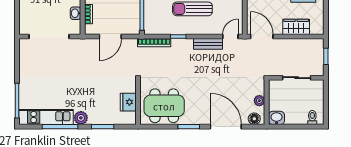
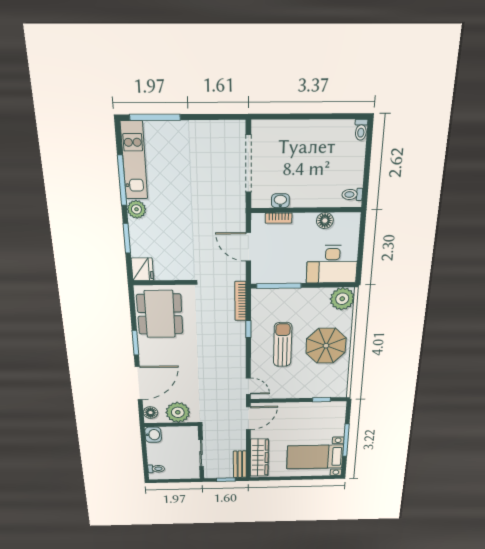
wardrobe: (296, 27) -> (259, 458), width x1.50
bench: (208, 44) -> (240, 464), moved
plant: (259, 101) -> (178, 412), width x1.87, depth x1.87
fridge: (128, 102) -> (142, 269), moved, turned 90

